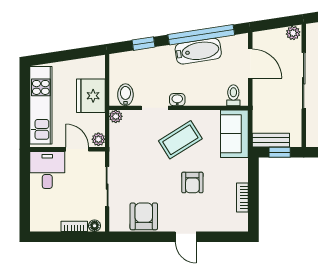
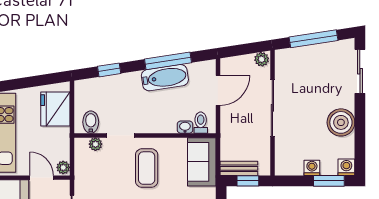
window: (201, 35) -> (168, 61), width x0.68
door: (250, 64) -> (218, 90), hinge flipped
fridge: (91, 96) -> (55, 109), moved
washbasin: (177, 100) -> (185, 127), moved
plant: (116, 116) -> (95, 144), moved
coffee table: (180, 140) -> (147, 168), turned -58

